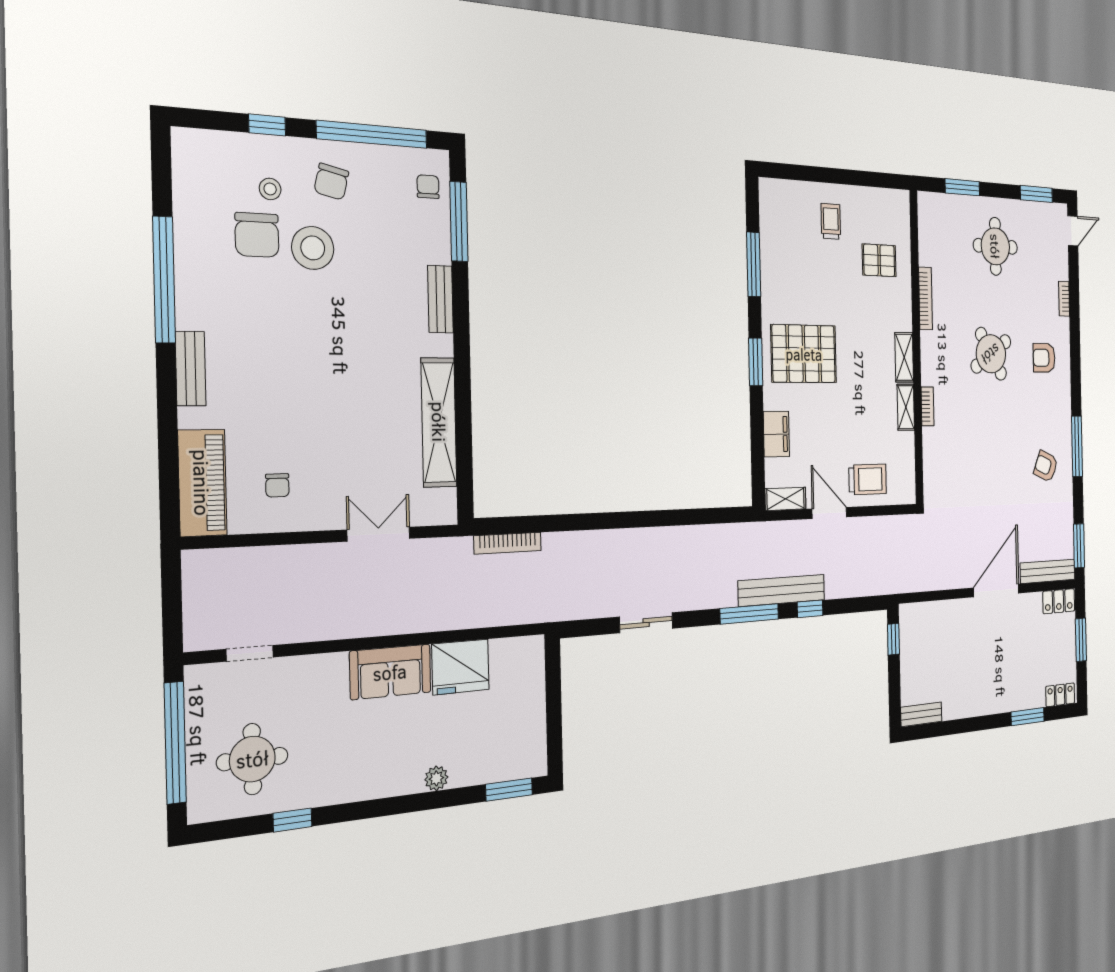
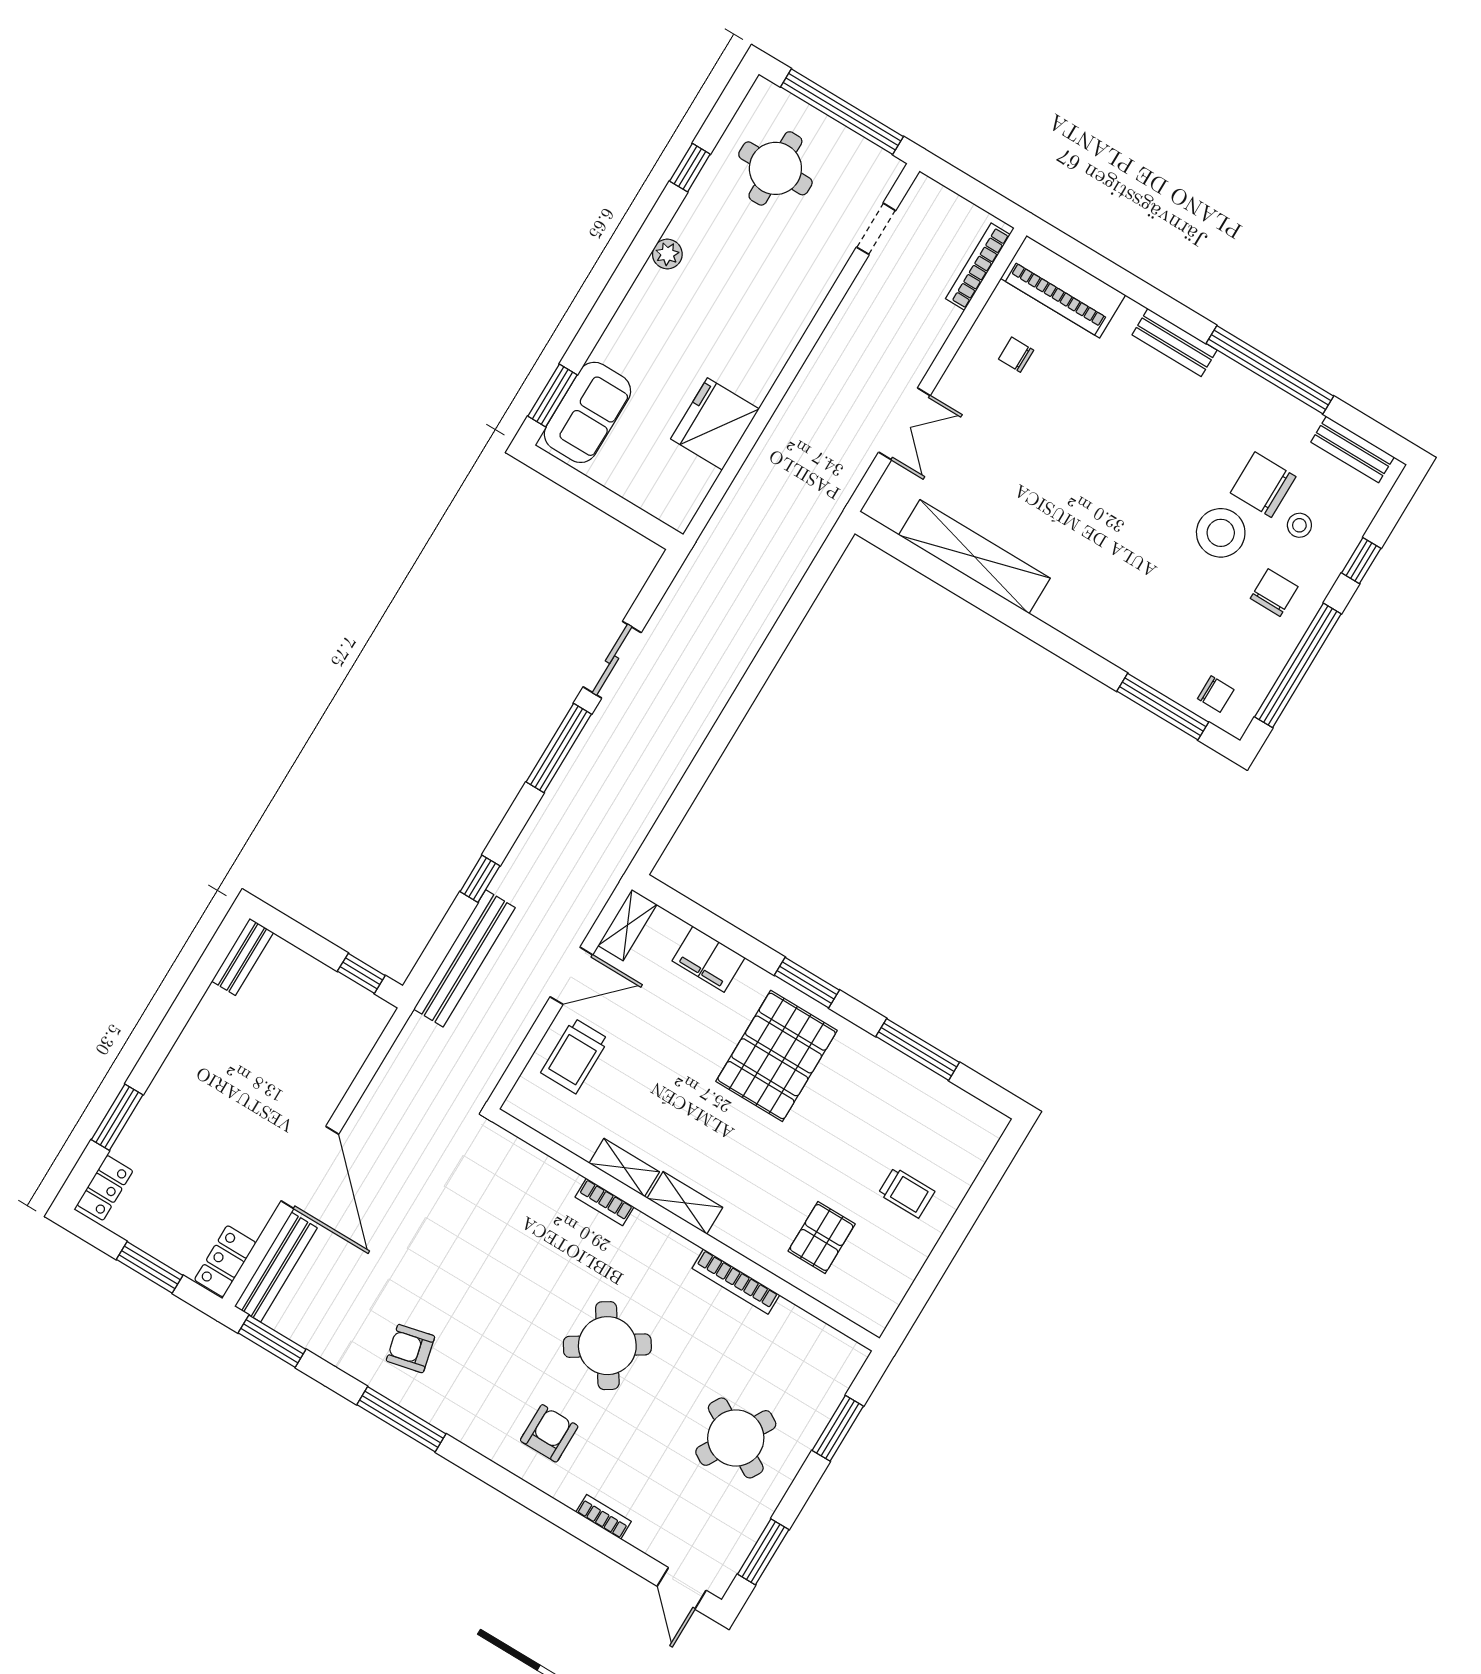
chair: (331, 182) -> (1274, 593), turned 77
round table: (995, 246) -> (736, 1438), turned 30
bench: (441, 299) -> (1352, 450), moved
armchair: (1046, 466) -> (410, 1349), turned -126
bookcase: (508, 543) -> (978, 267), moved
bench: (782, 590) -> (464, 958), moved
window: (749, 614) -> (559, 748), moved
sofa: (390, 672) -> (587, 412), moved, turned 180
plant: (436, 778) -> (667, 254), moved

